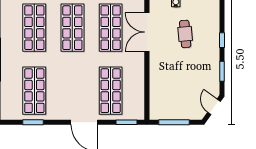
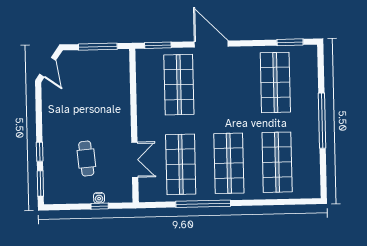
double door: (147, 32) -> (135, 160), width x0.73
window: (222, 71) -> (40, 183), moved
window: (33, 122) -> (290, 42), moved

